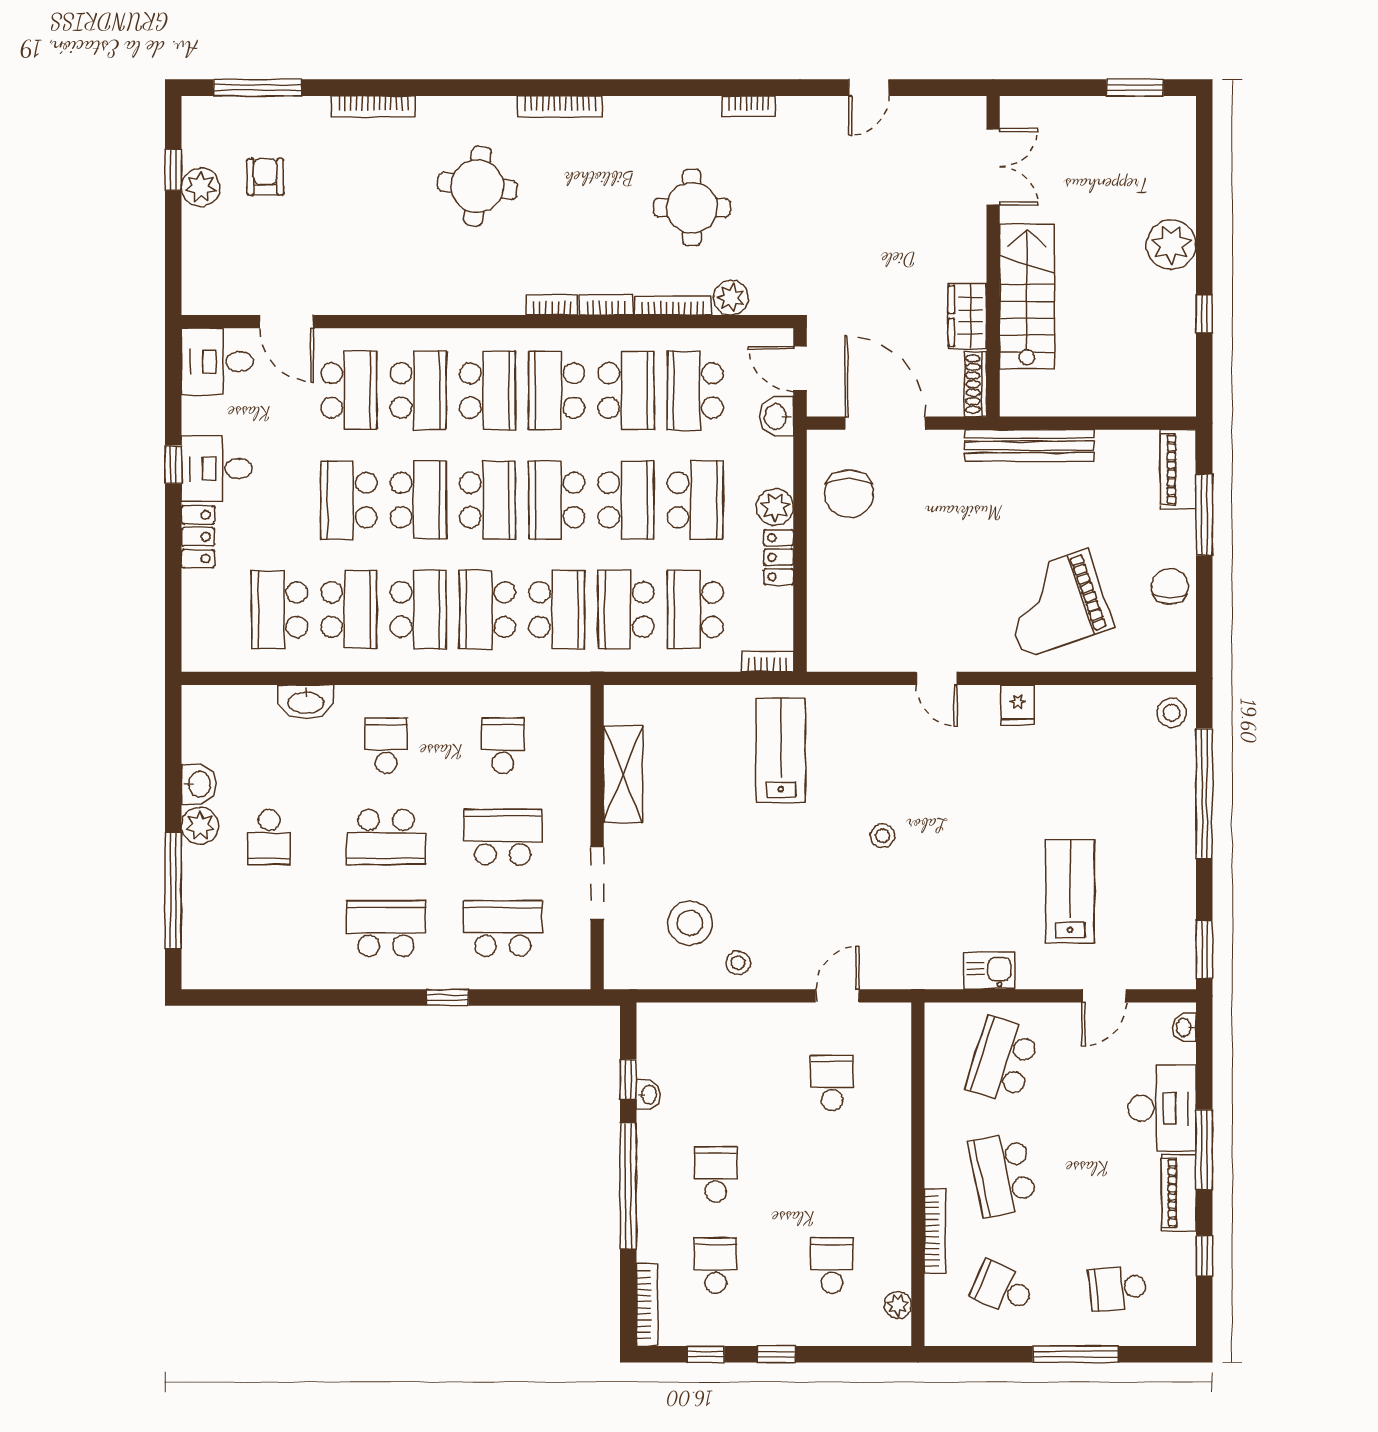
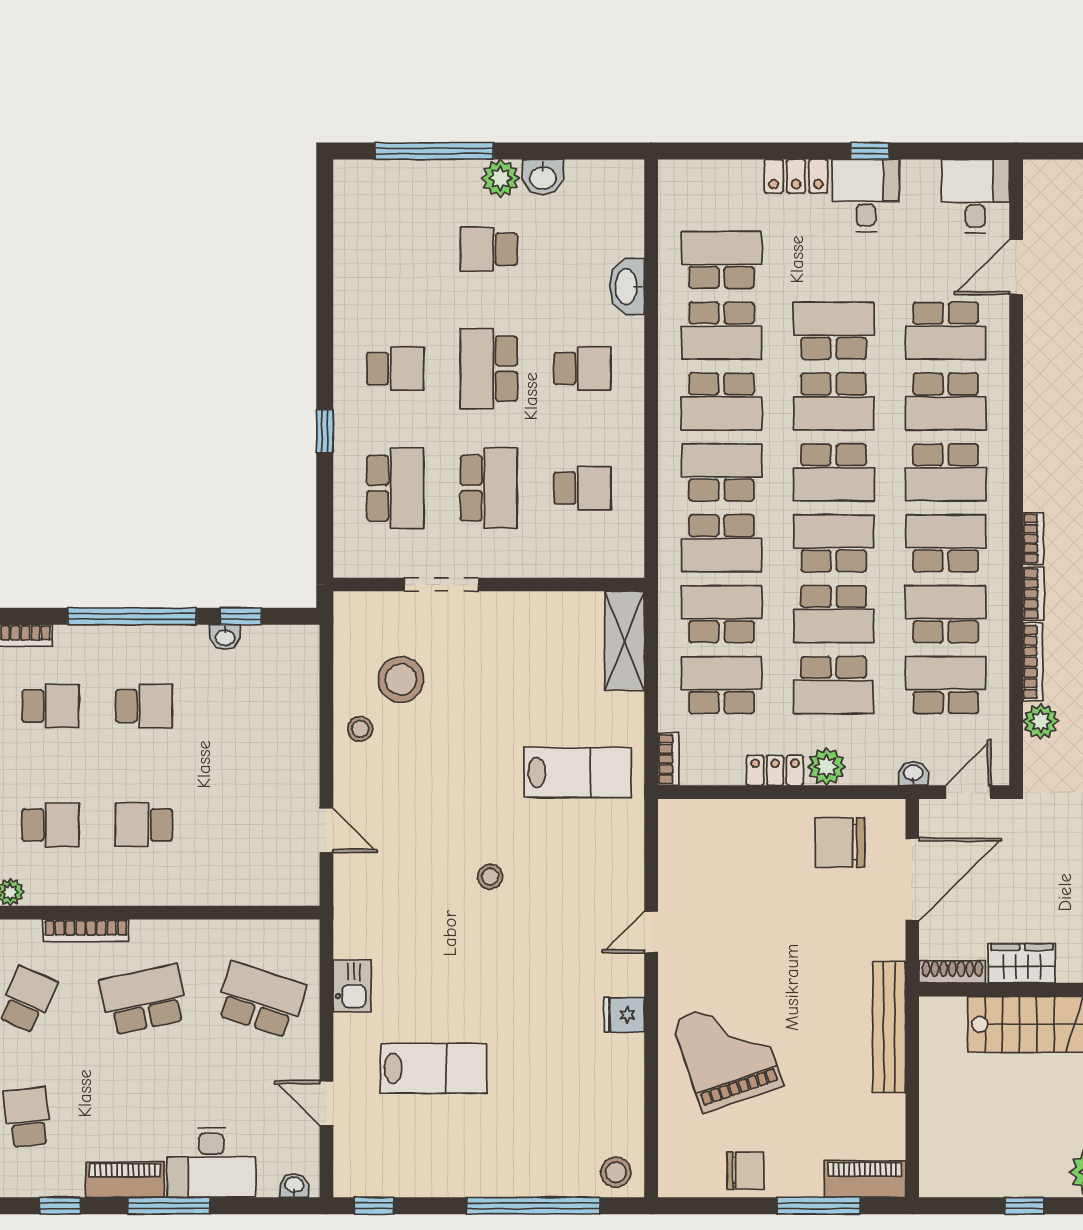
school desk: (626, 390) -> (946, 614), turned 180
washbasin: (777, 417) -> (913, 773), width x0.72, depth x0.69
shelving: (623, 774) -> (625, 641), moved, turned 90
school desk: (386, 929) -> (395, 369), width x0.54
window: (1204, 949) -> (374, 1206), width x0.67
school desk: (832, 1083) -> (144, 825), moved, turned 180

